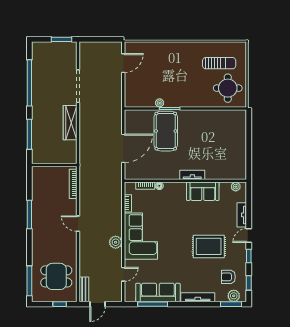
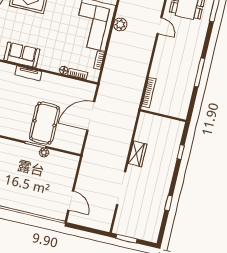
door: (123, 63) -> (71, 201), swing flipped
window: (29, 83) -> (169, 203), width x0.32
wardrobe: (70, 123) -> (137, 154), width x0.67
window: (29, 134) -> (181, 152), width x0.46
door: (78, 224) -> (160, 26), moved

